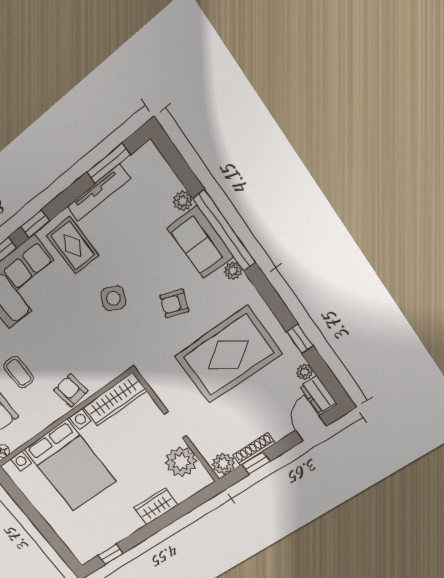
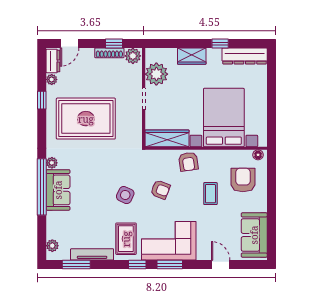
plant: (183, 201) -> (52, 246), moved
armchair: (174, 304) -> (160, 190), moved
dresser: (99, 543) -> (245, 56), added
window: (111, 554) -> (220, 44), moved

